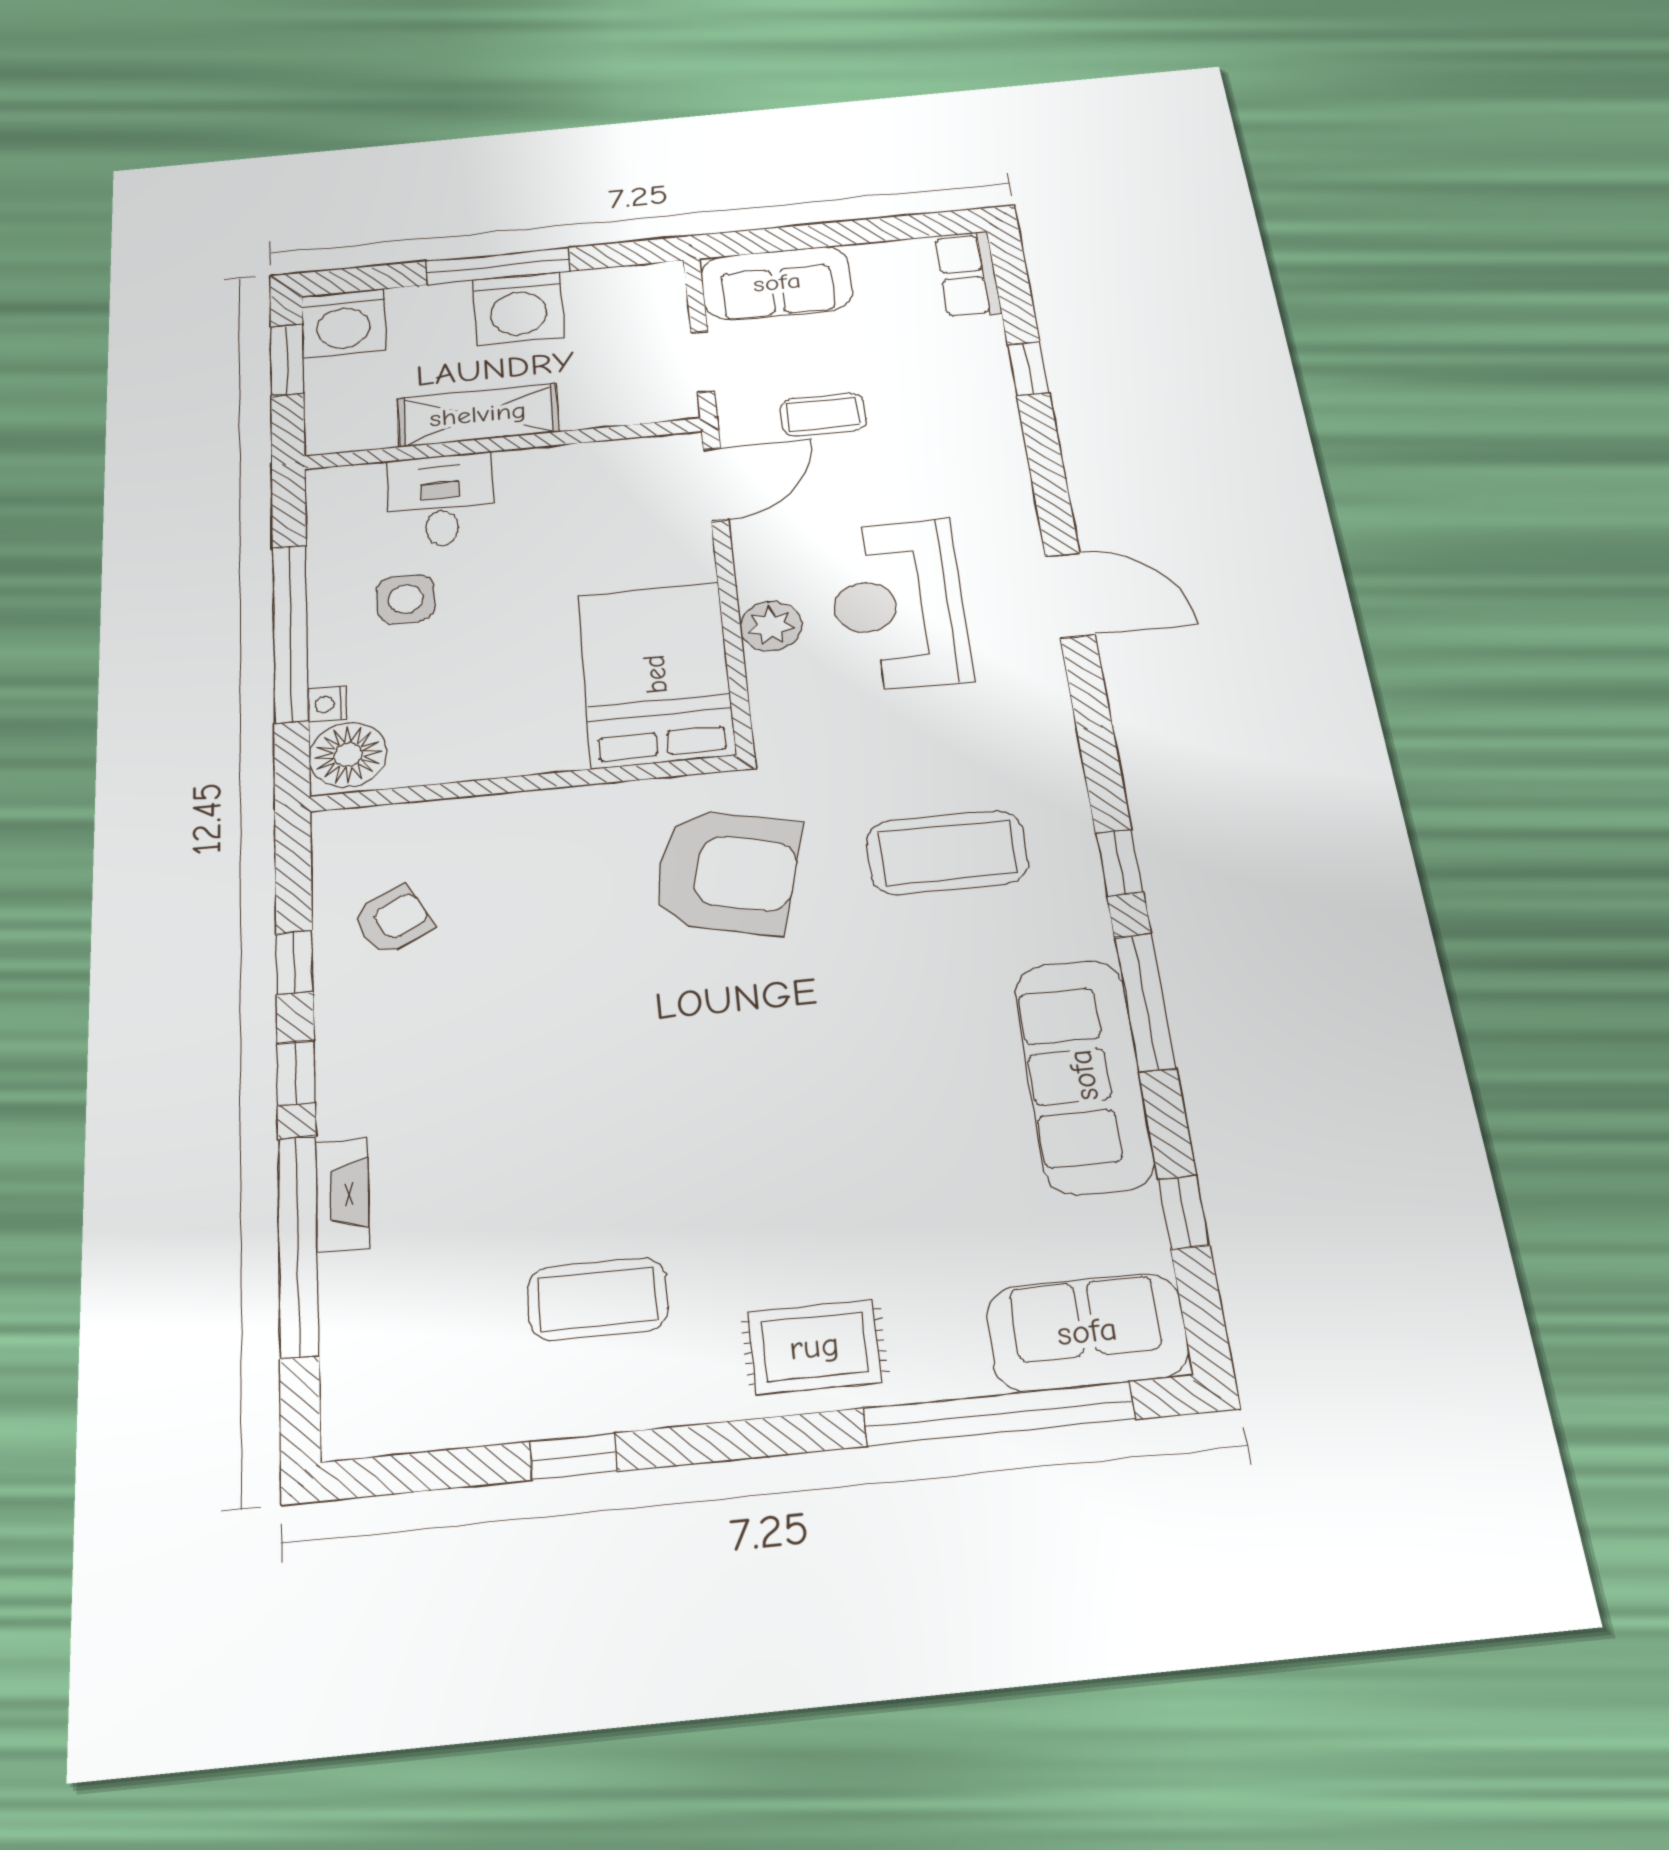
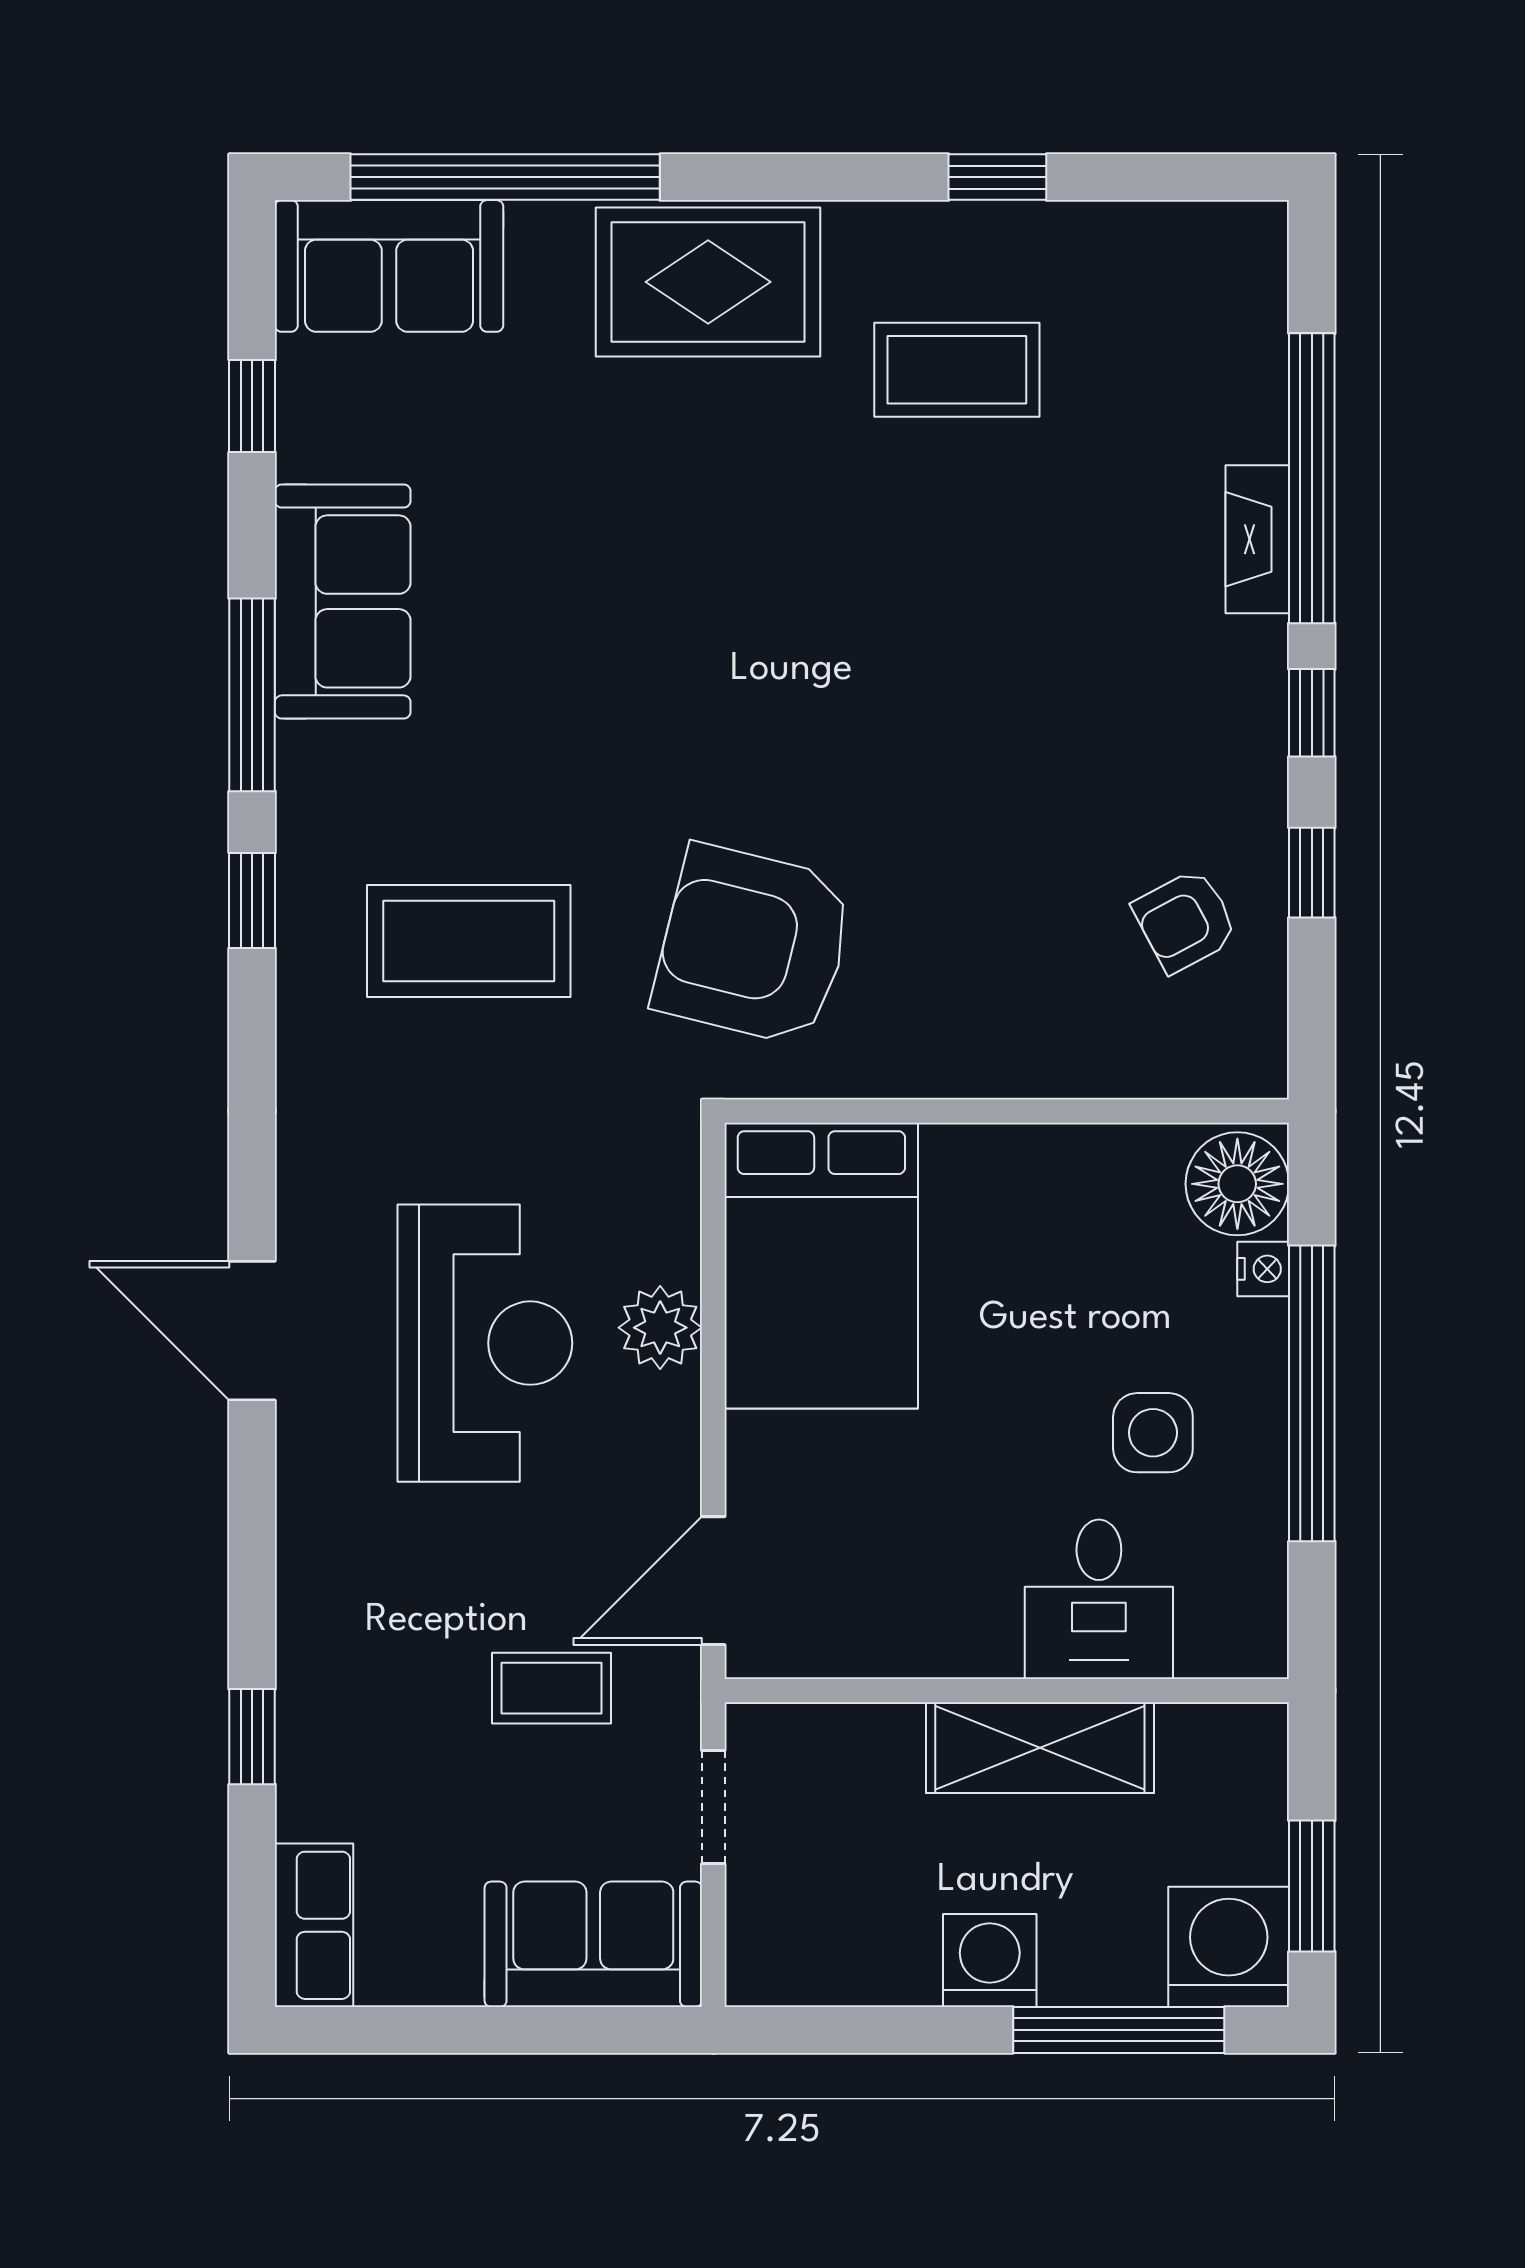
window: (498, 266) -> (1119, 2030), moved
washing machine: (518, 308) -> (990, 1960), width x0.73, depth x0.73
sofa: (1084, 1075) -> (343, 601), width x0.73
rug: (814, 1347) -> (708, 282), width x1.36, depth x1.43

